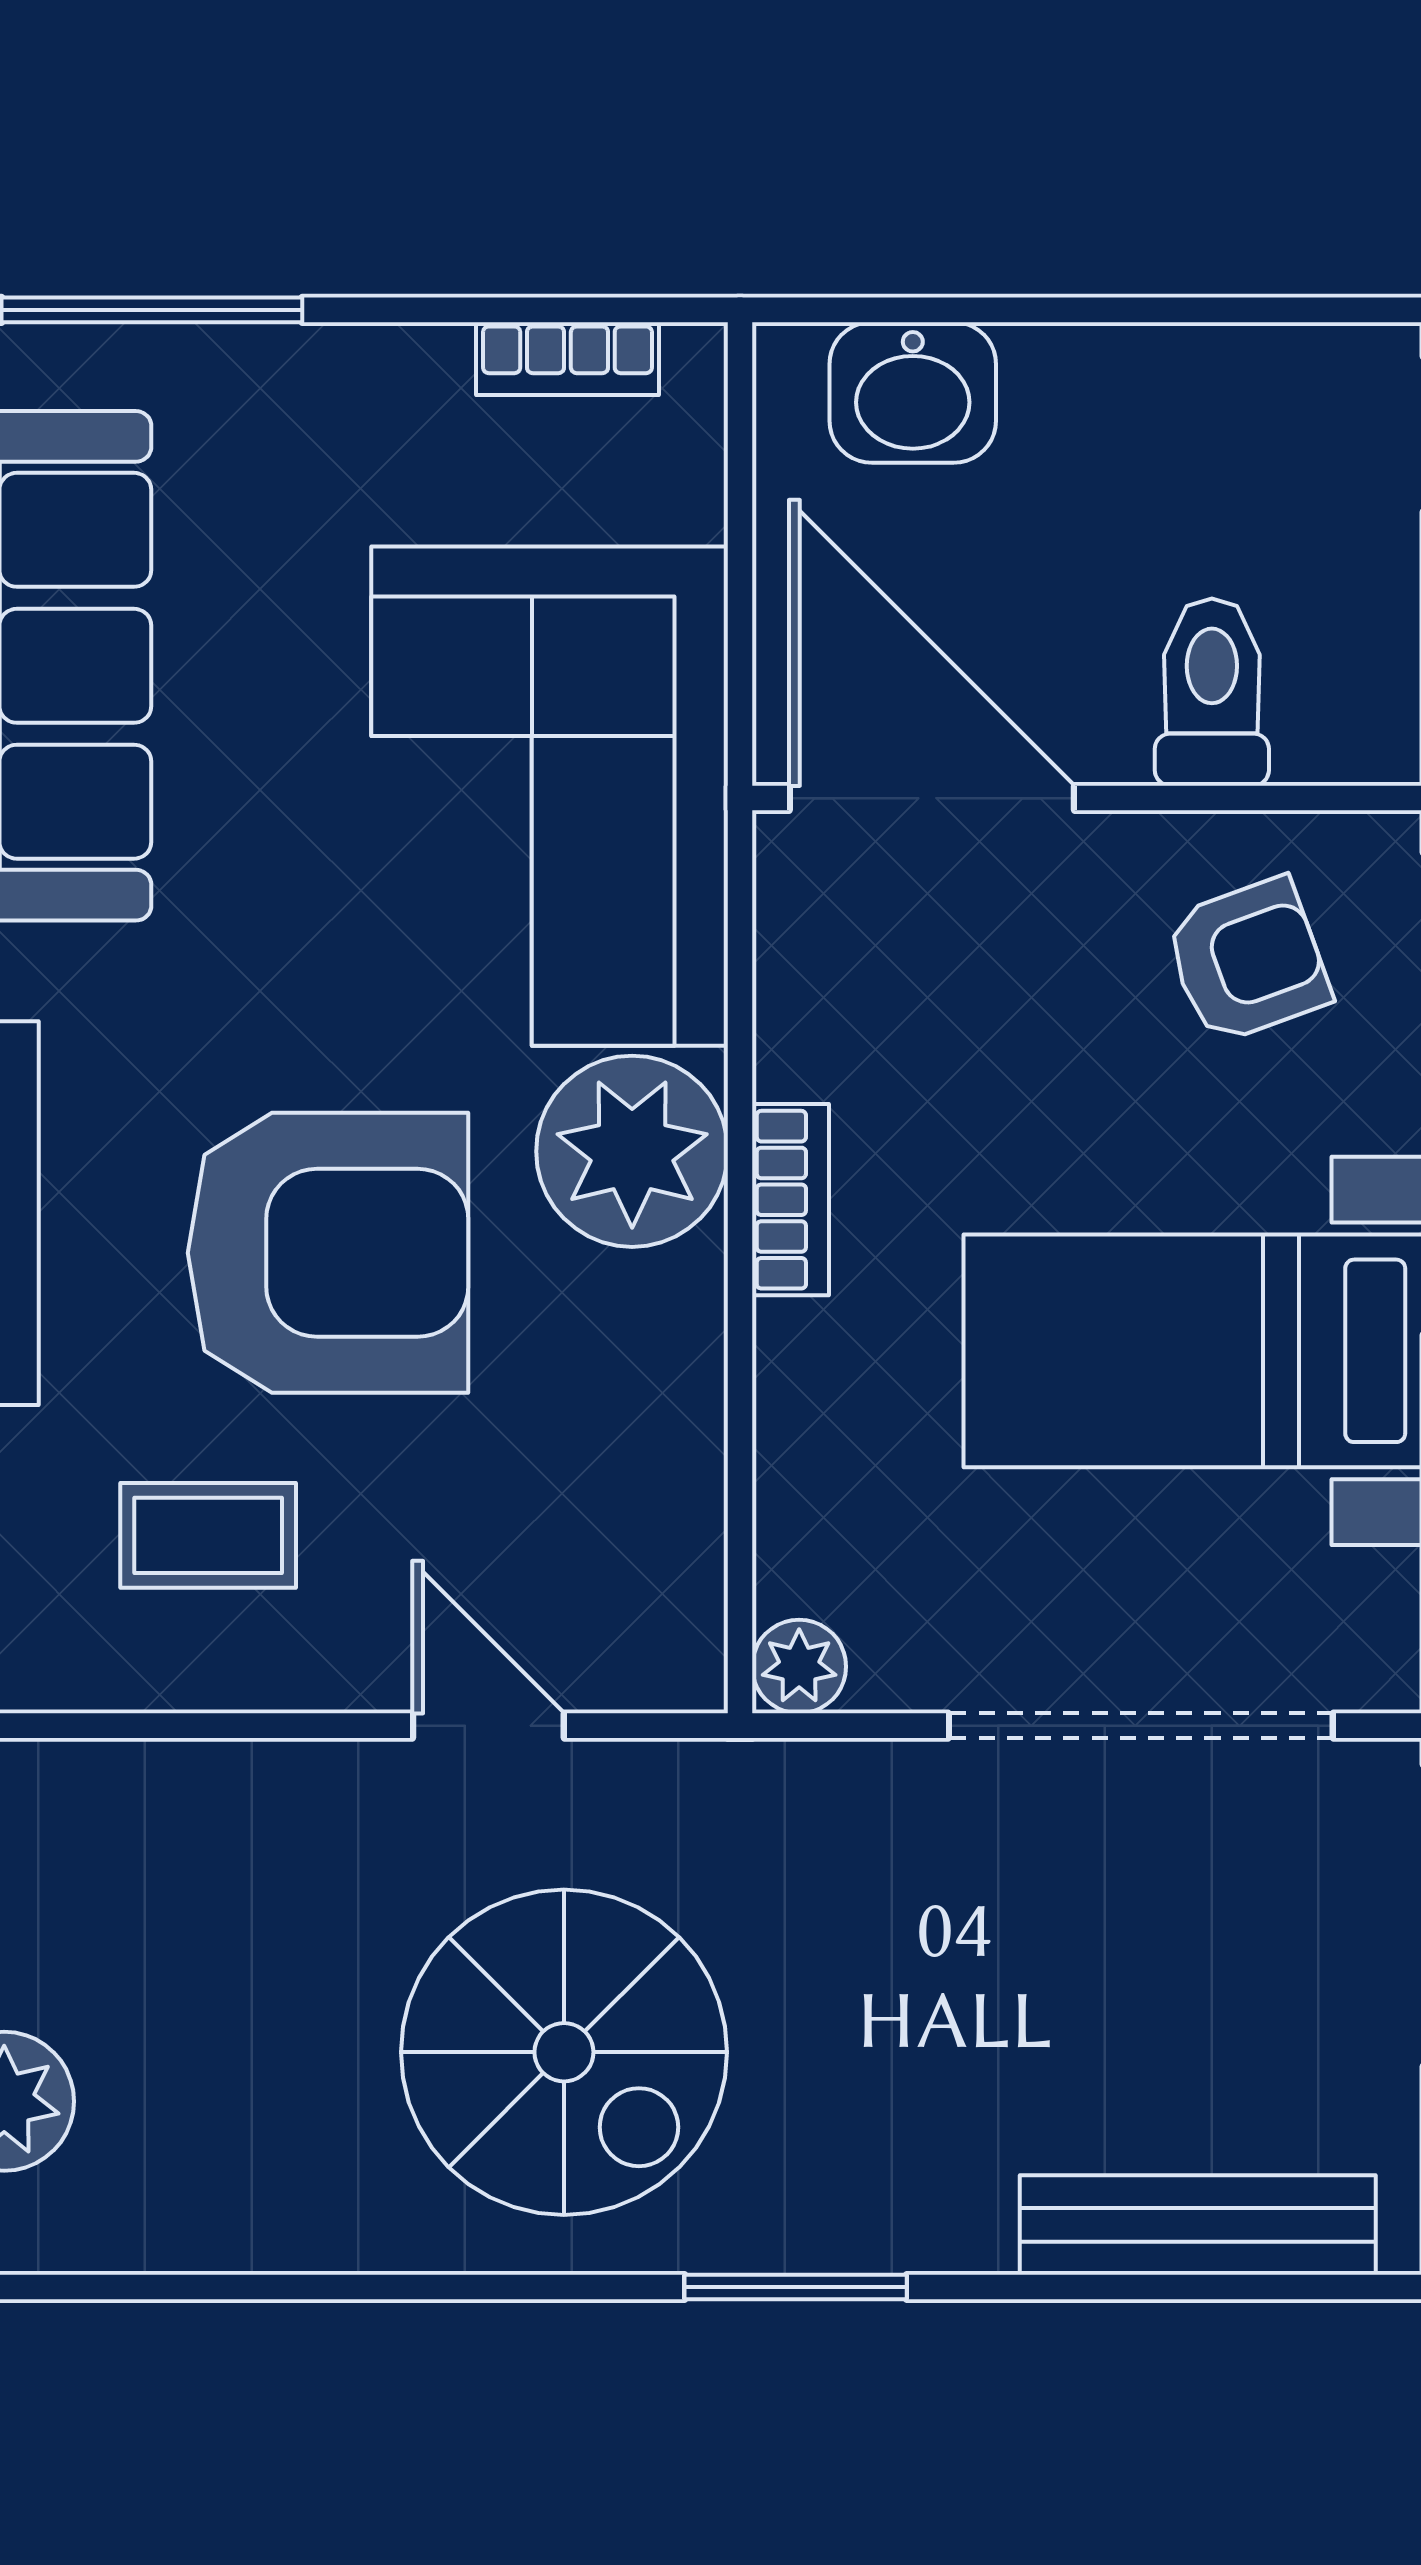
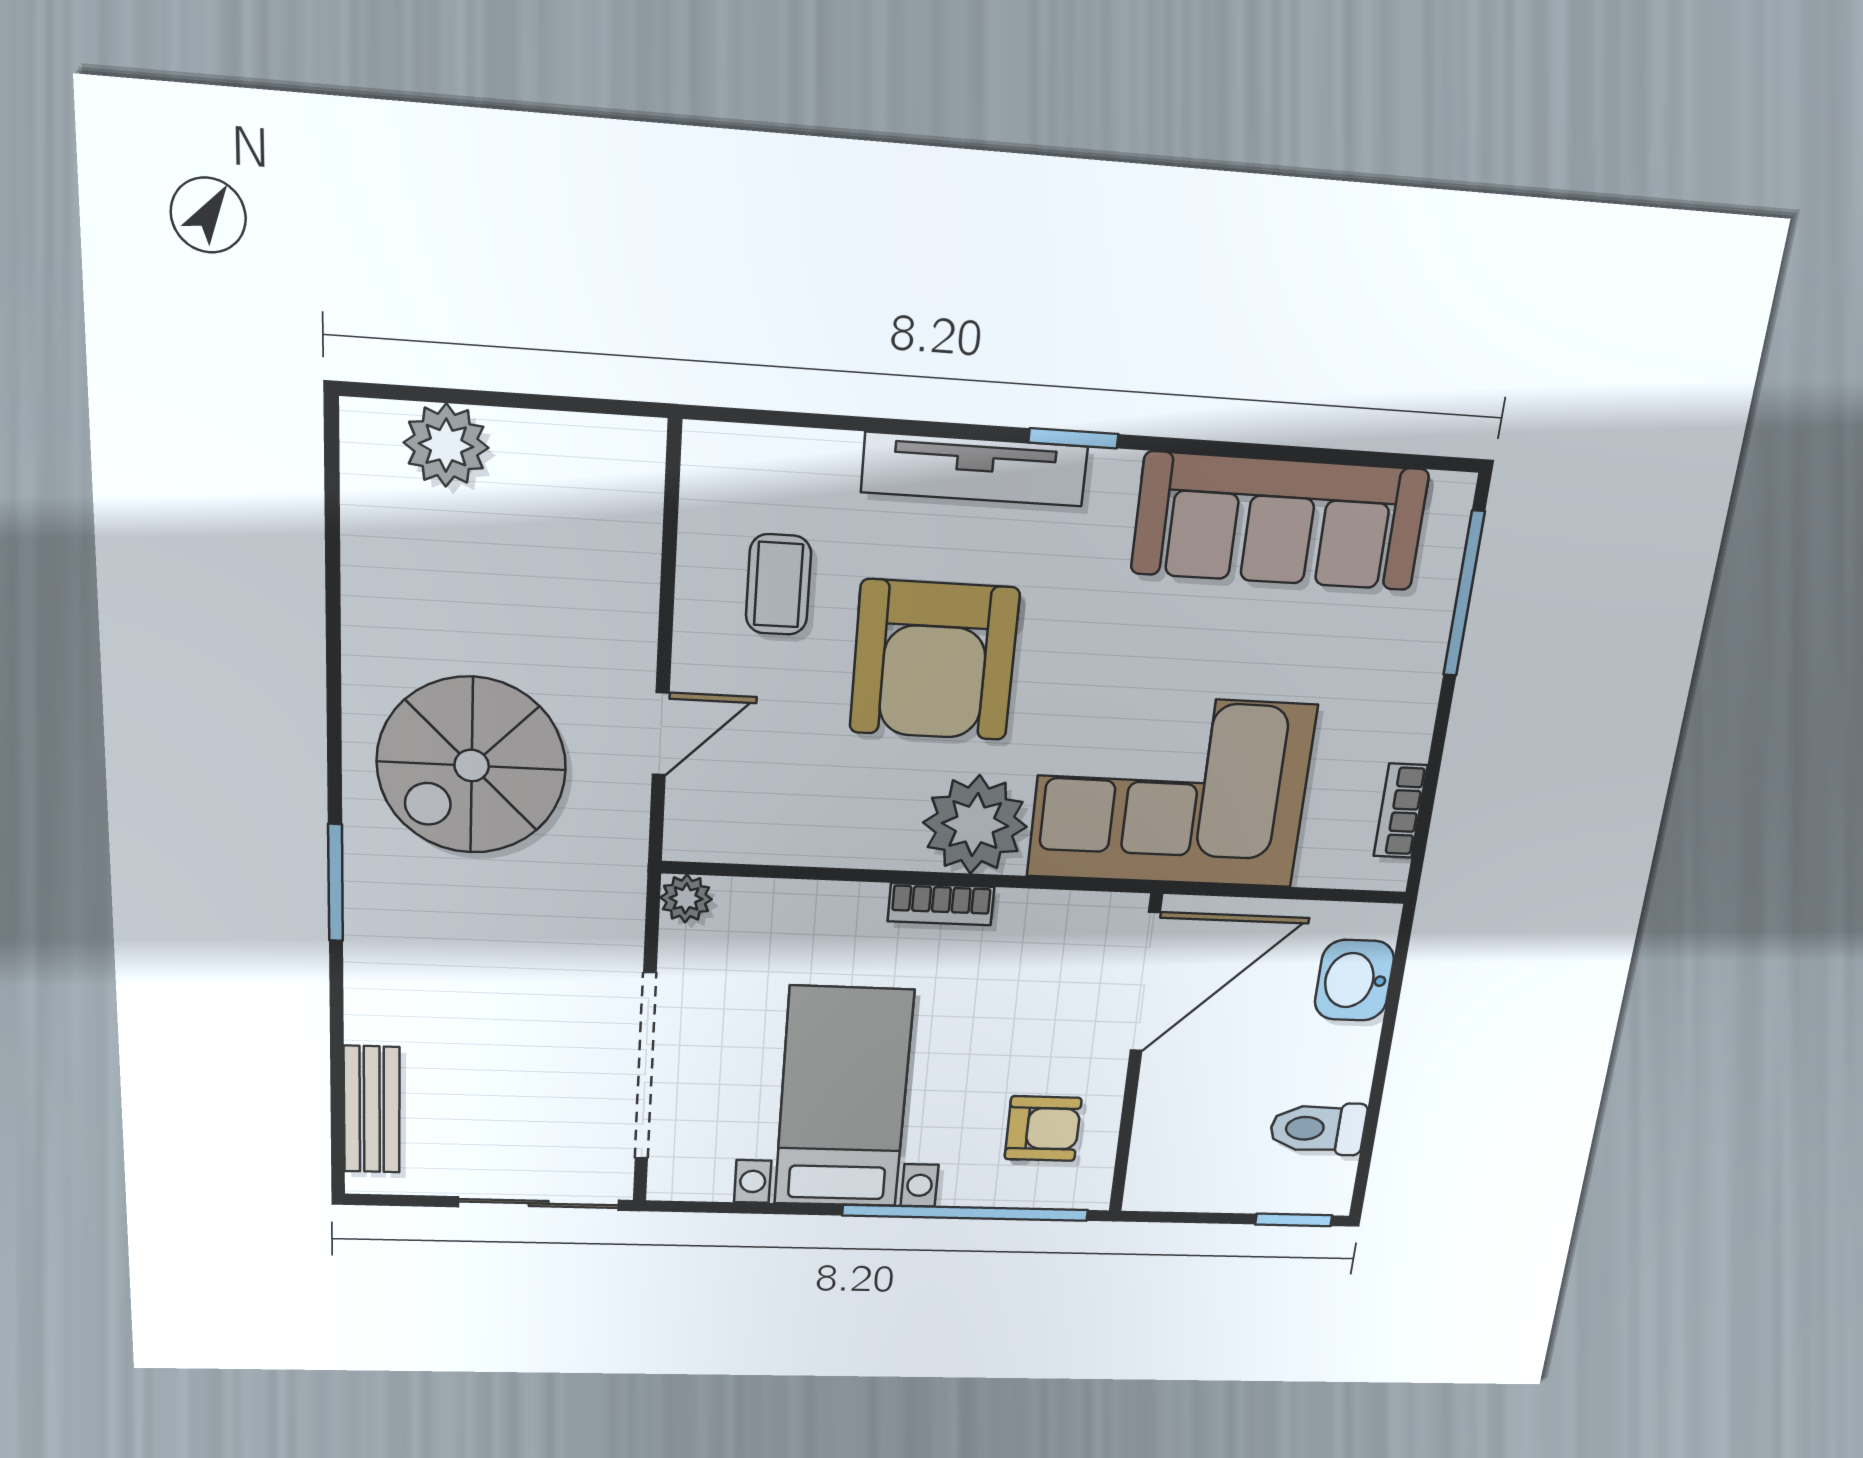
toilet: (1212, 692) -> (1318, 1129), moved, turned 180
armchair: (1247, 961) -> (1043, 1129), turned -70
bench: (1198, 2225) -> (372, 1109), width x0.73

